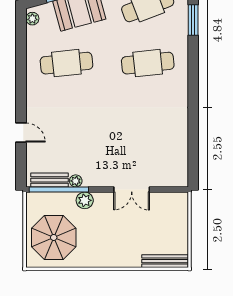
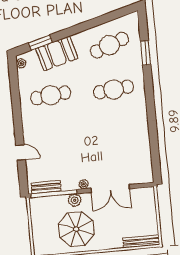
plant: (76, 181) -> (84, 184), moved
double door: (132, 190) -> (110, 188), width x1.37
parasol: (54, 237) -> (76, 229), moved

